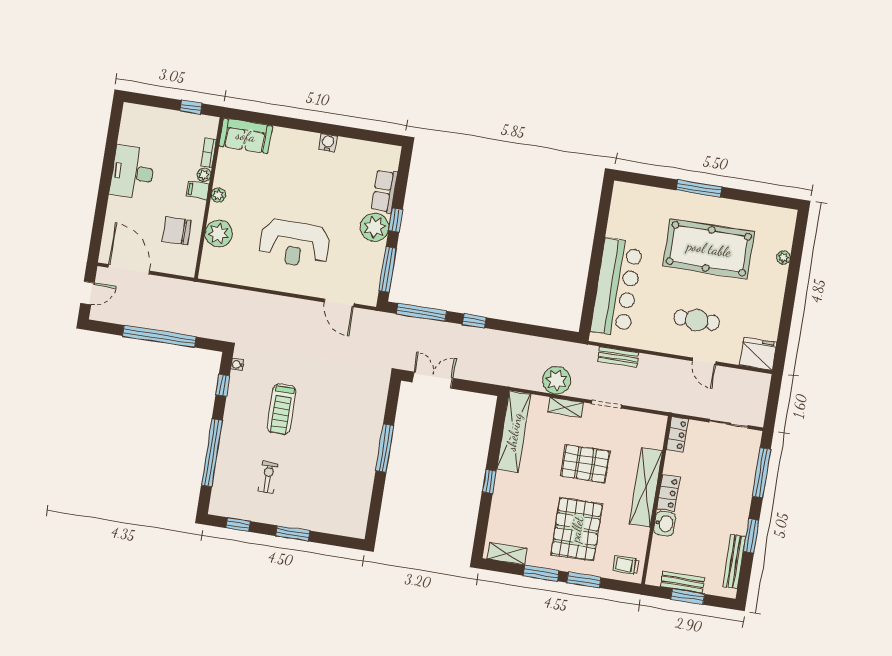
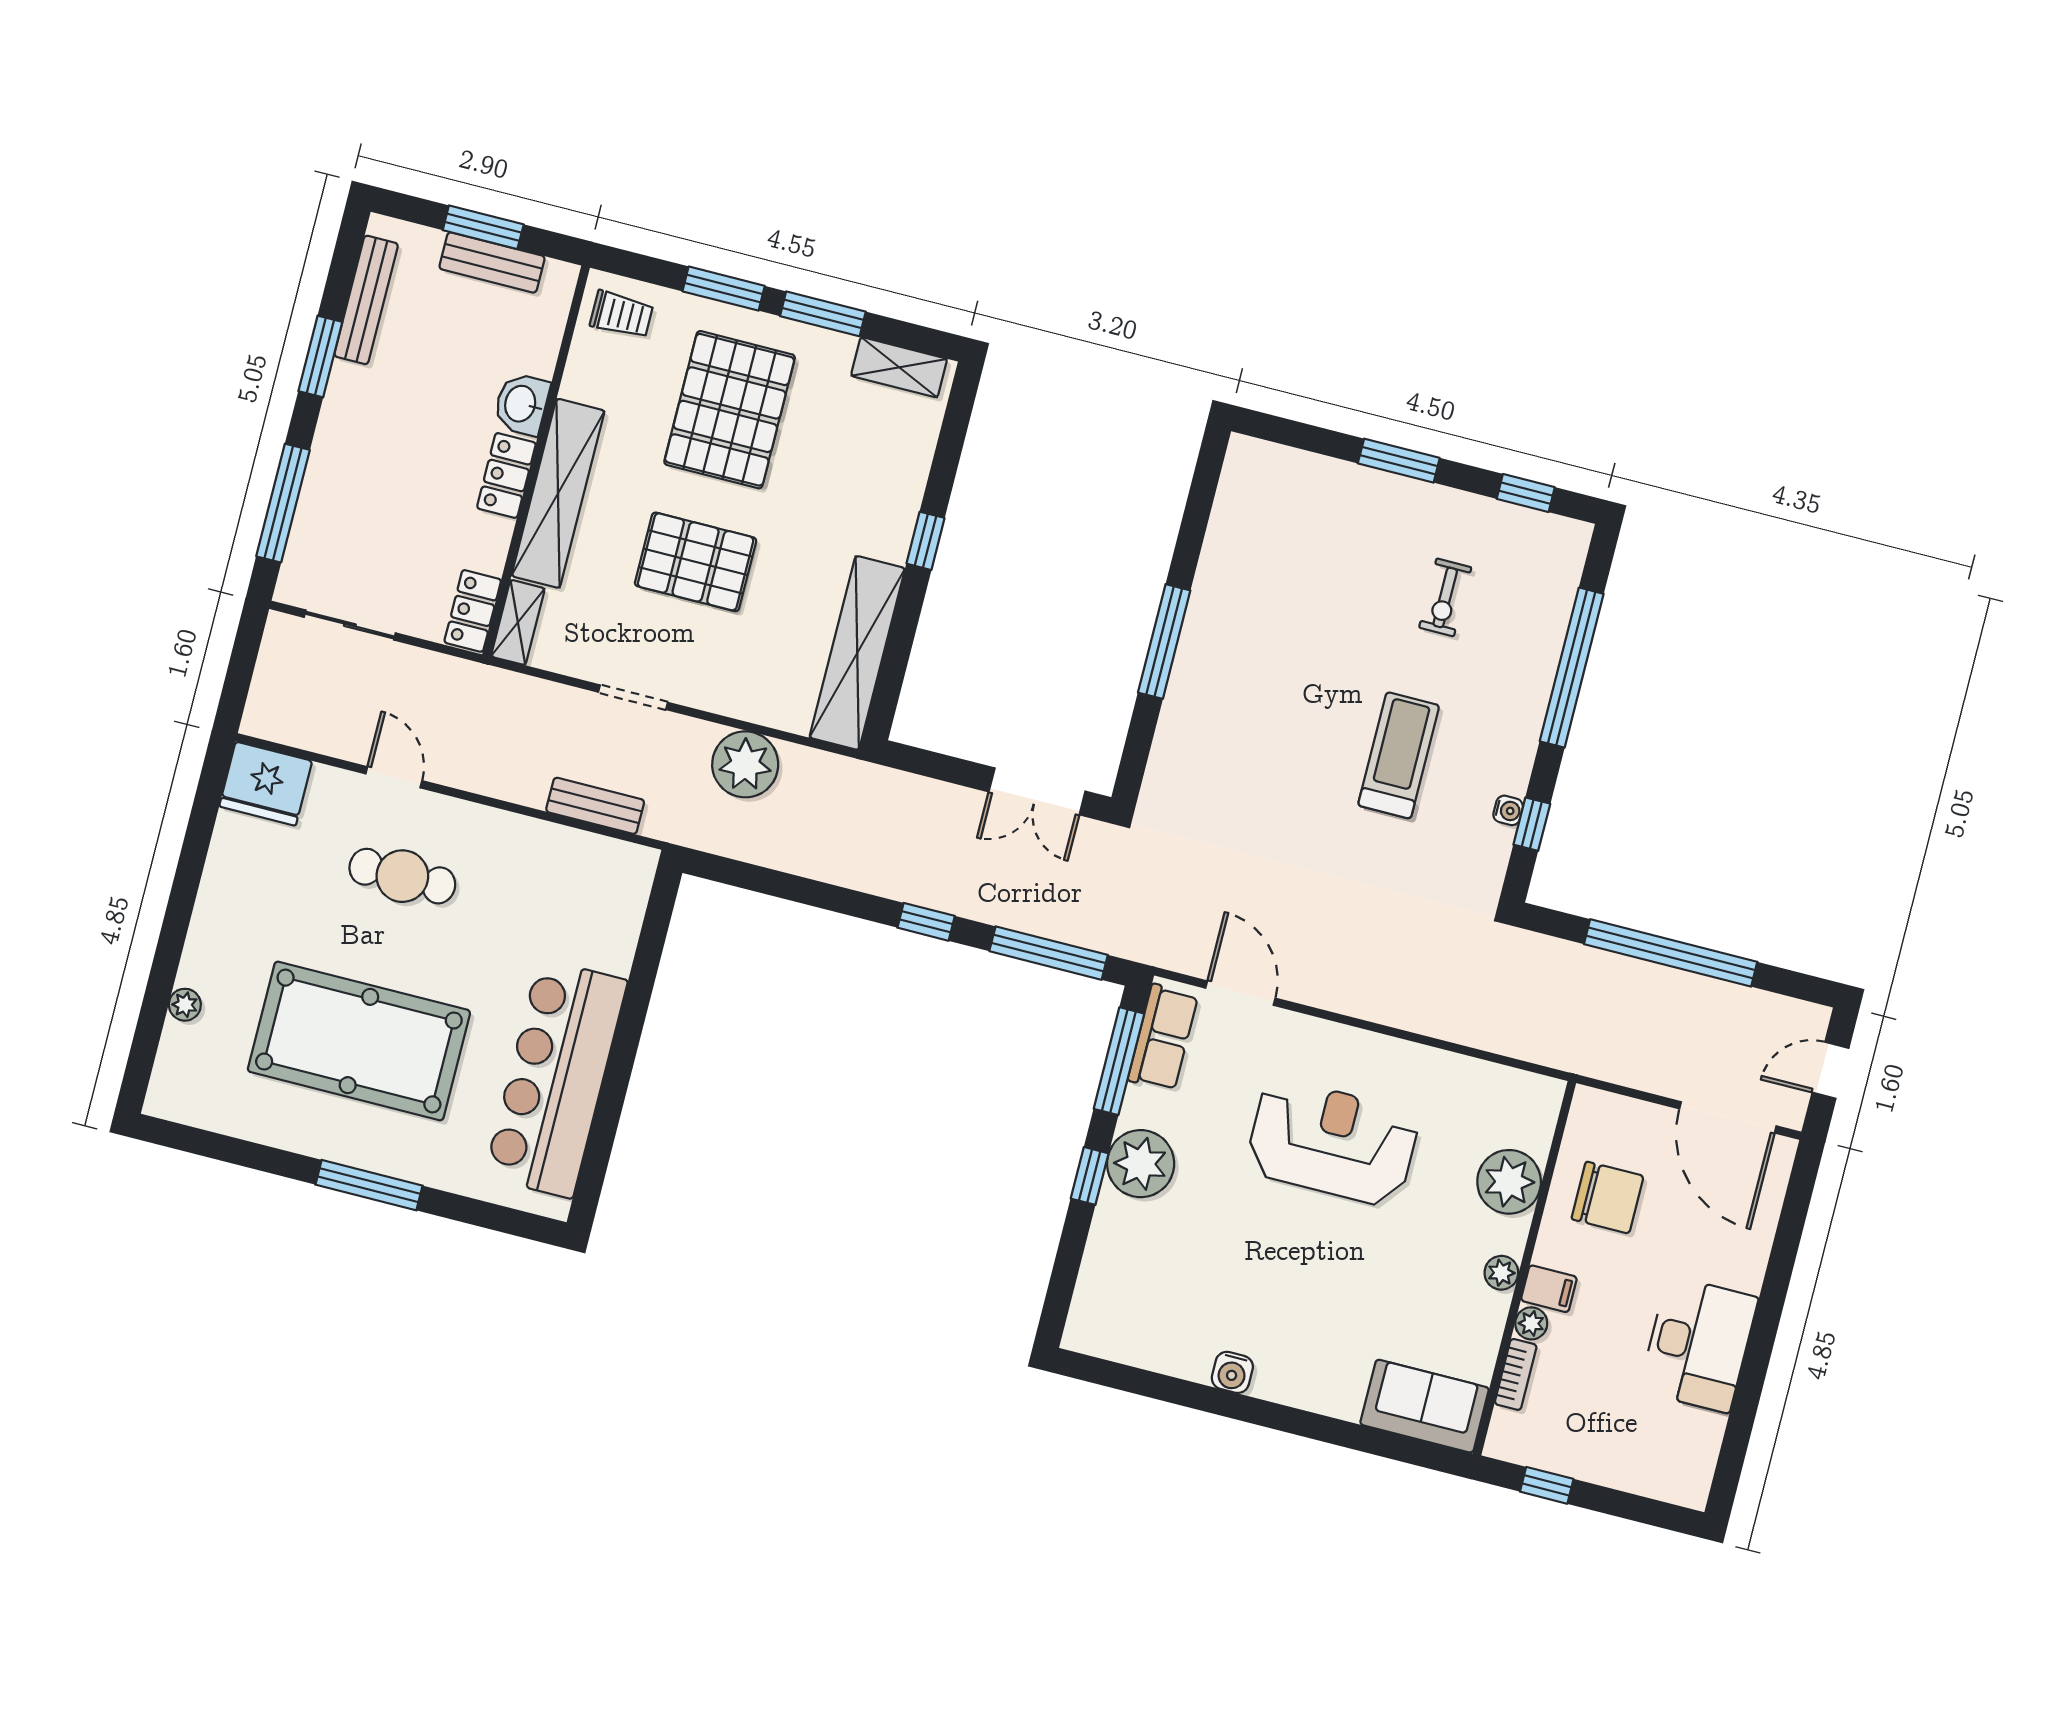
row of seats: (384, 191) -> (1163, 1038), moved
bar counter: (617, 287) -> (556, 1078), moved
water cooler: (237, 365) -> (1508, 810), moved
shelving: (565, 407) -> (518, 622), moved, turned 90

